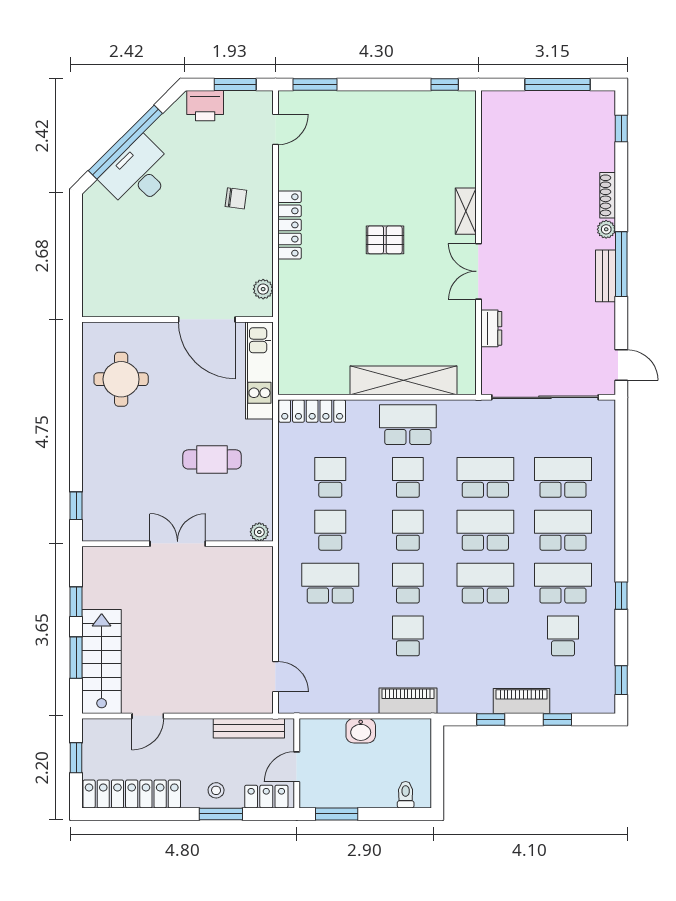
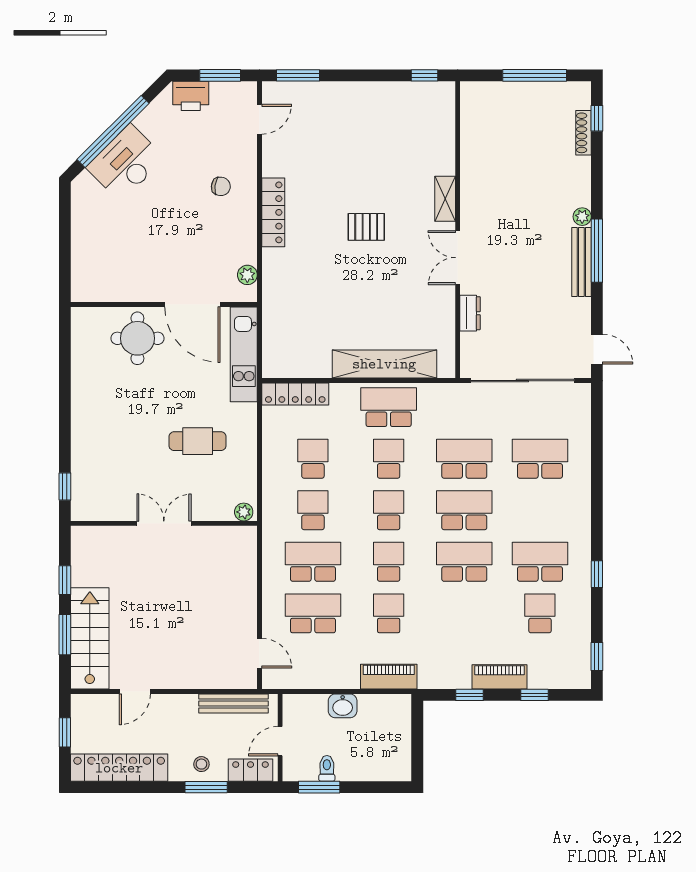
shoe rack: (608, 195) -> (584, 133), moved
bench: (605, 276) -> (581, 262), width x1.36
round table: (121, 379) -> (137, 338), moved
school desk: (563, 530) -> (313, 613), moved
toilet: (406, 795) -> (327, 768), moved

